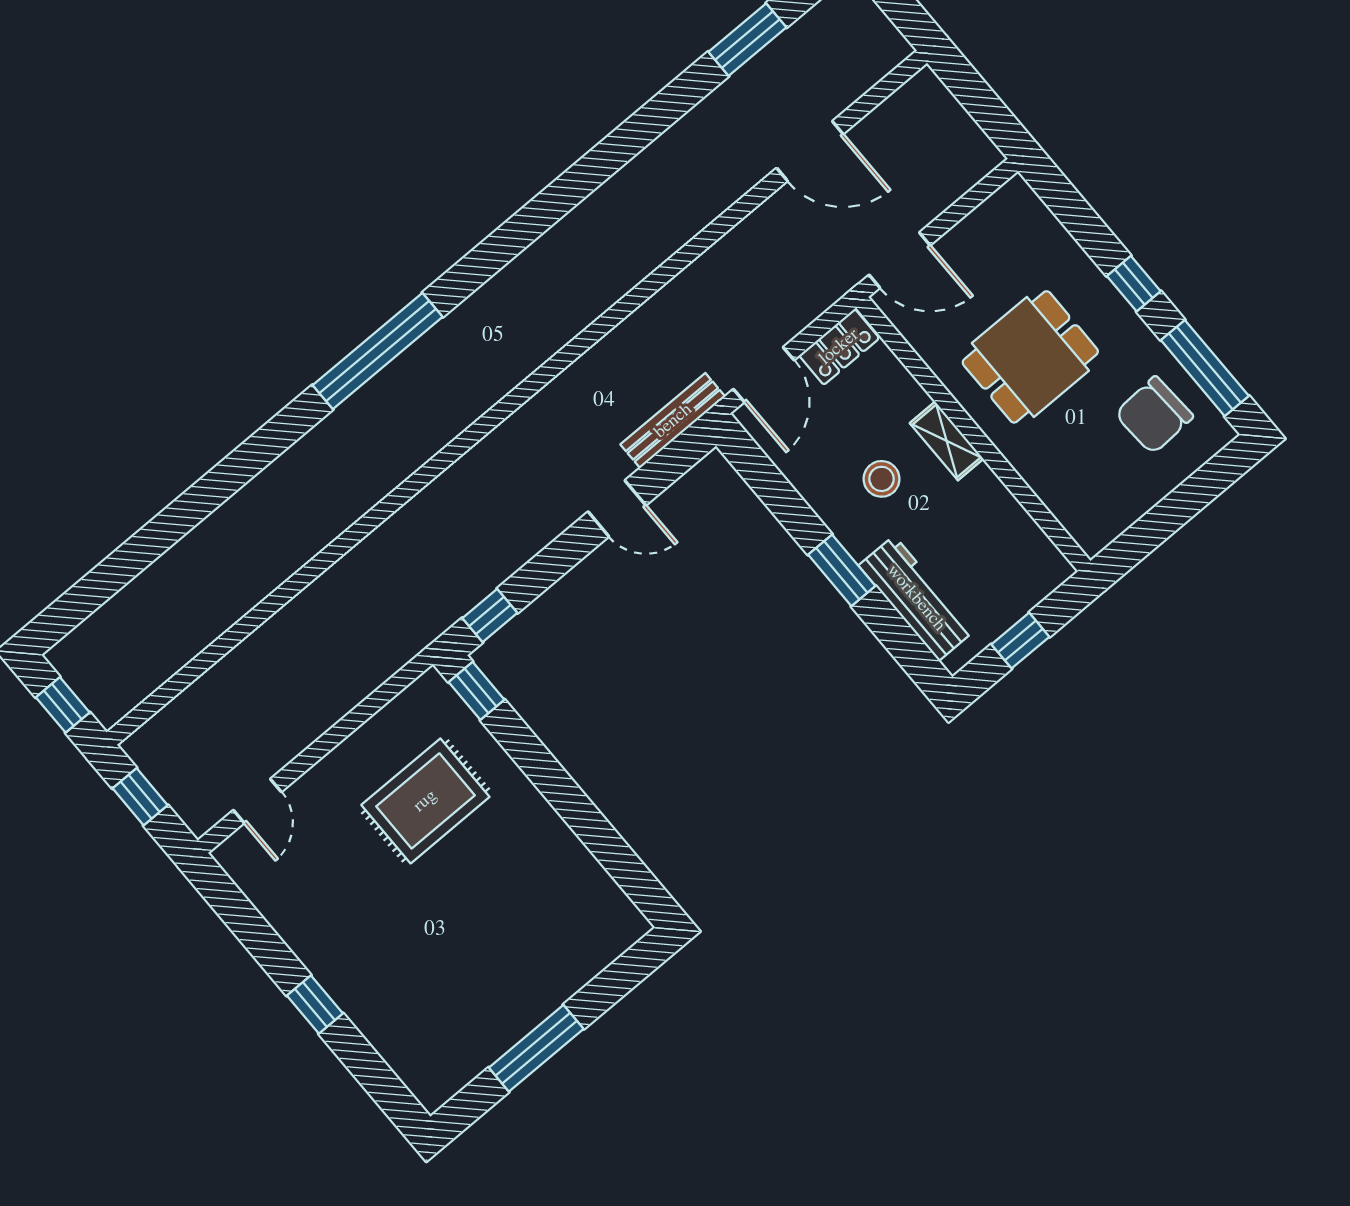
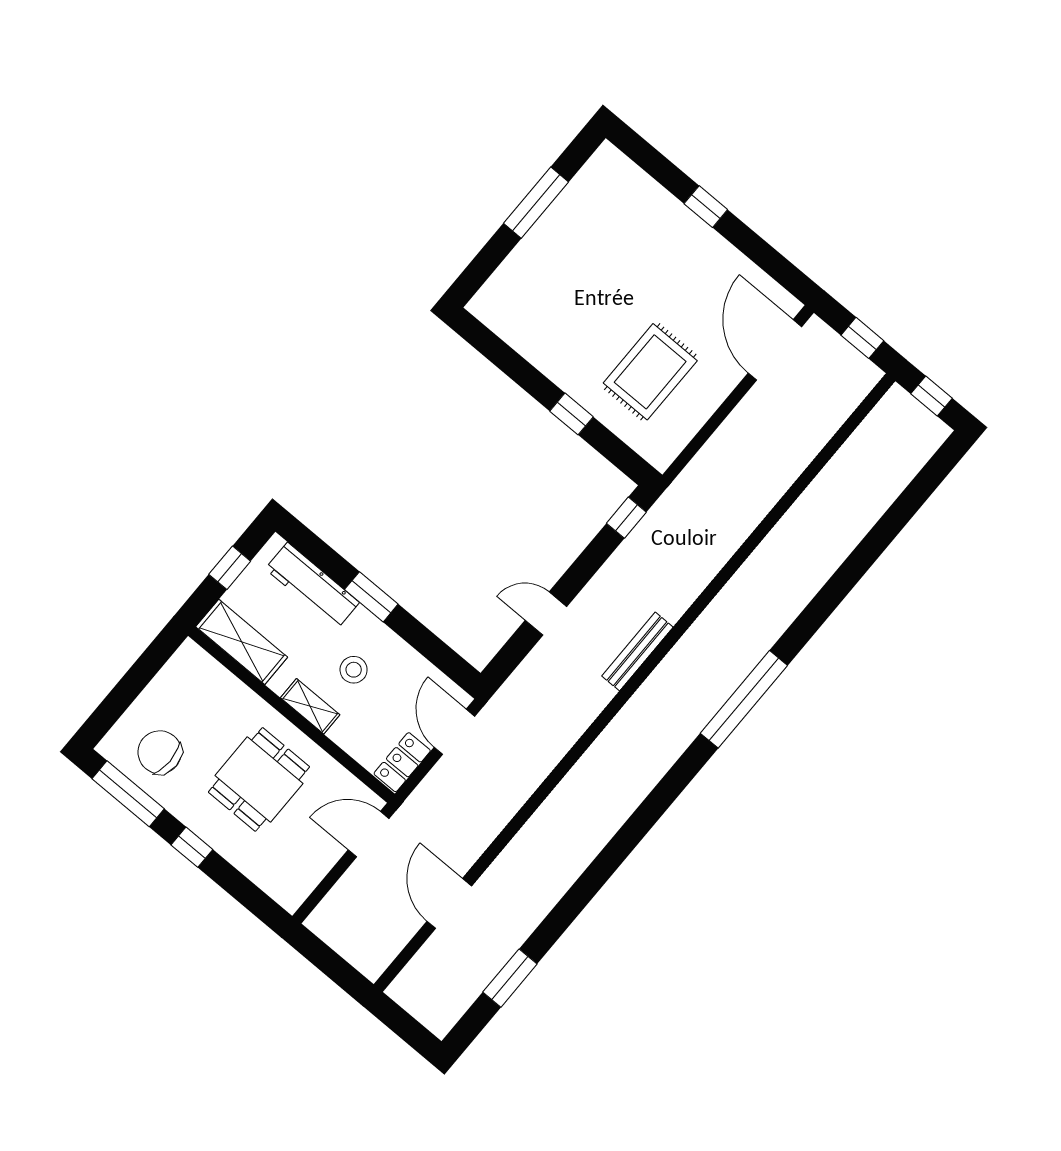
door: (810, 151) -> (449, 904), hinge flipped
chair: (1154, 415) -> (160, 752), turned -87
bench: (673, 421) -> (638, 652), moved
shelving: (1022, 541) -> (242, 642), added
window: (477, 691) -> (572, 414), moved
door: (257, 801) -> (775, 350), width x1.87

